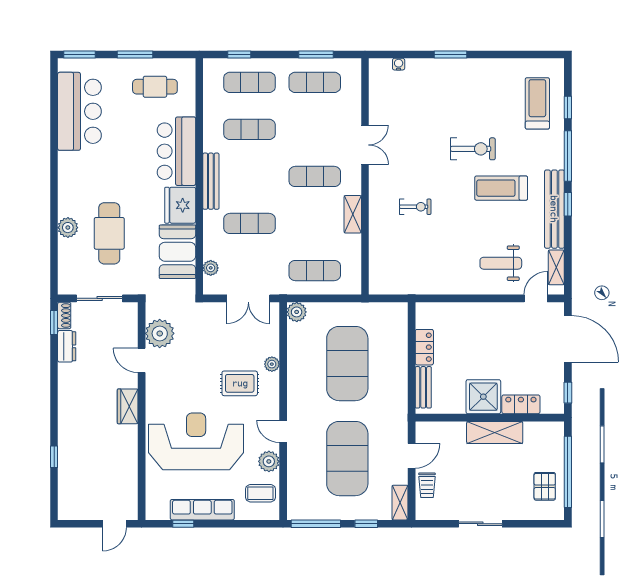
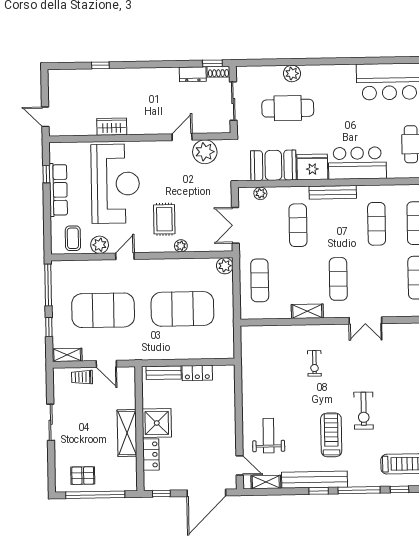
wardrobe: (128, 406) -> (112, 127), moved

